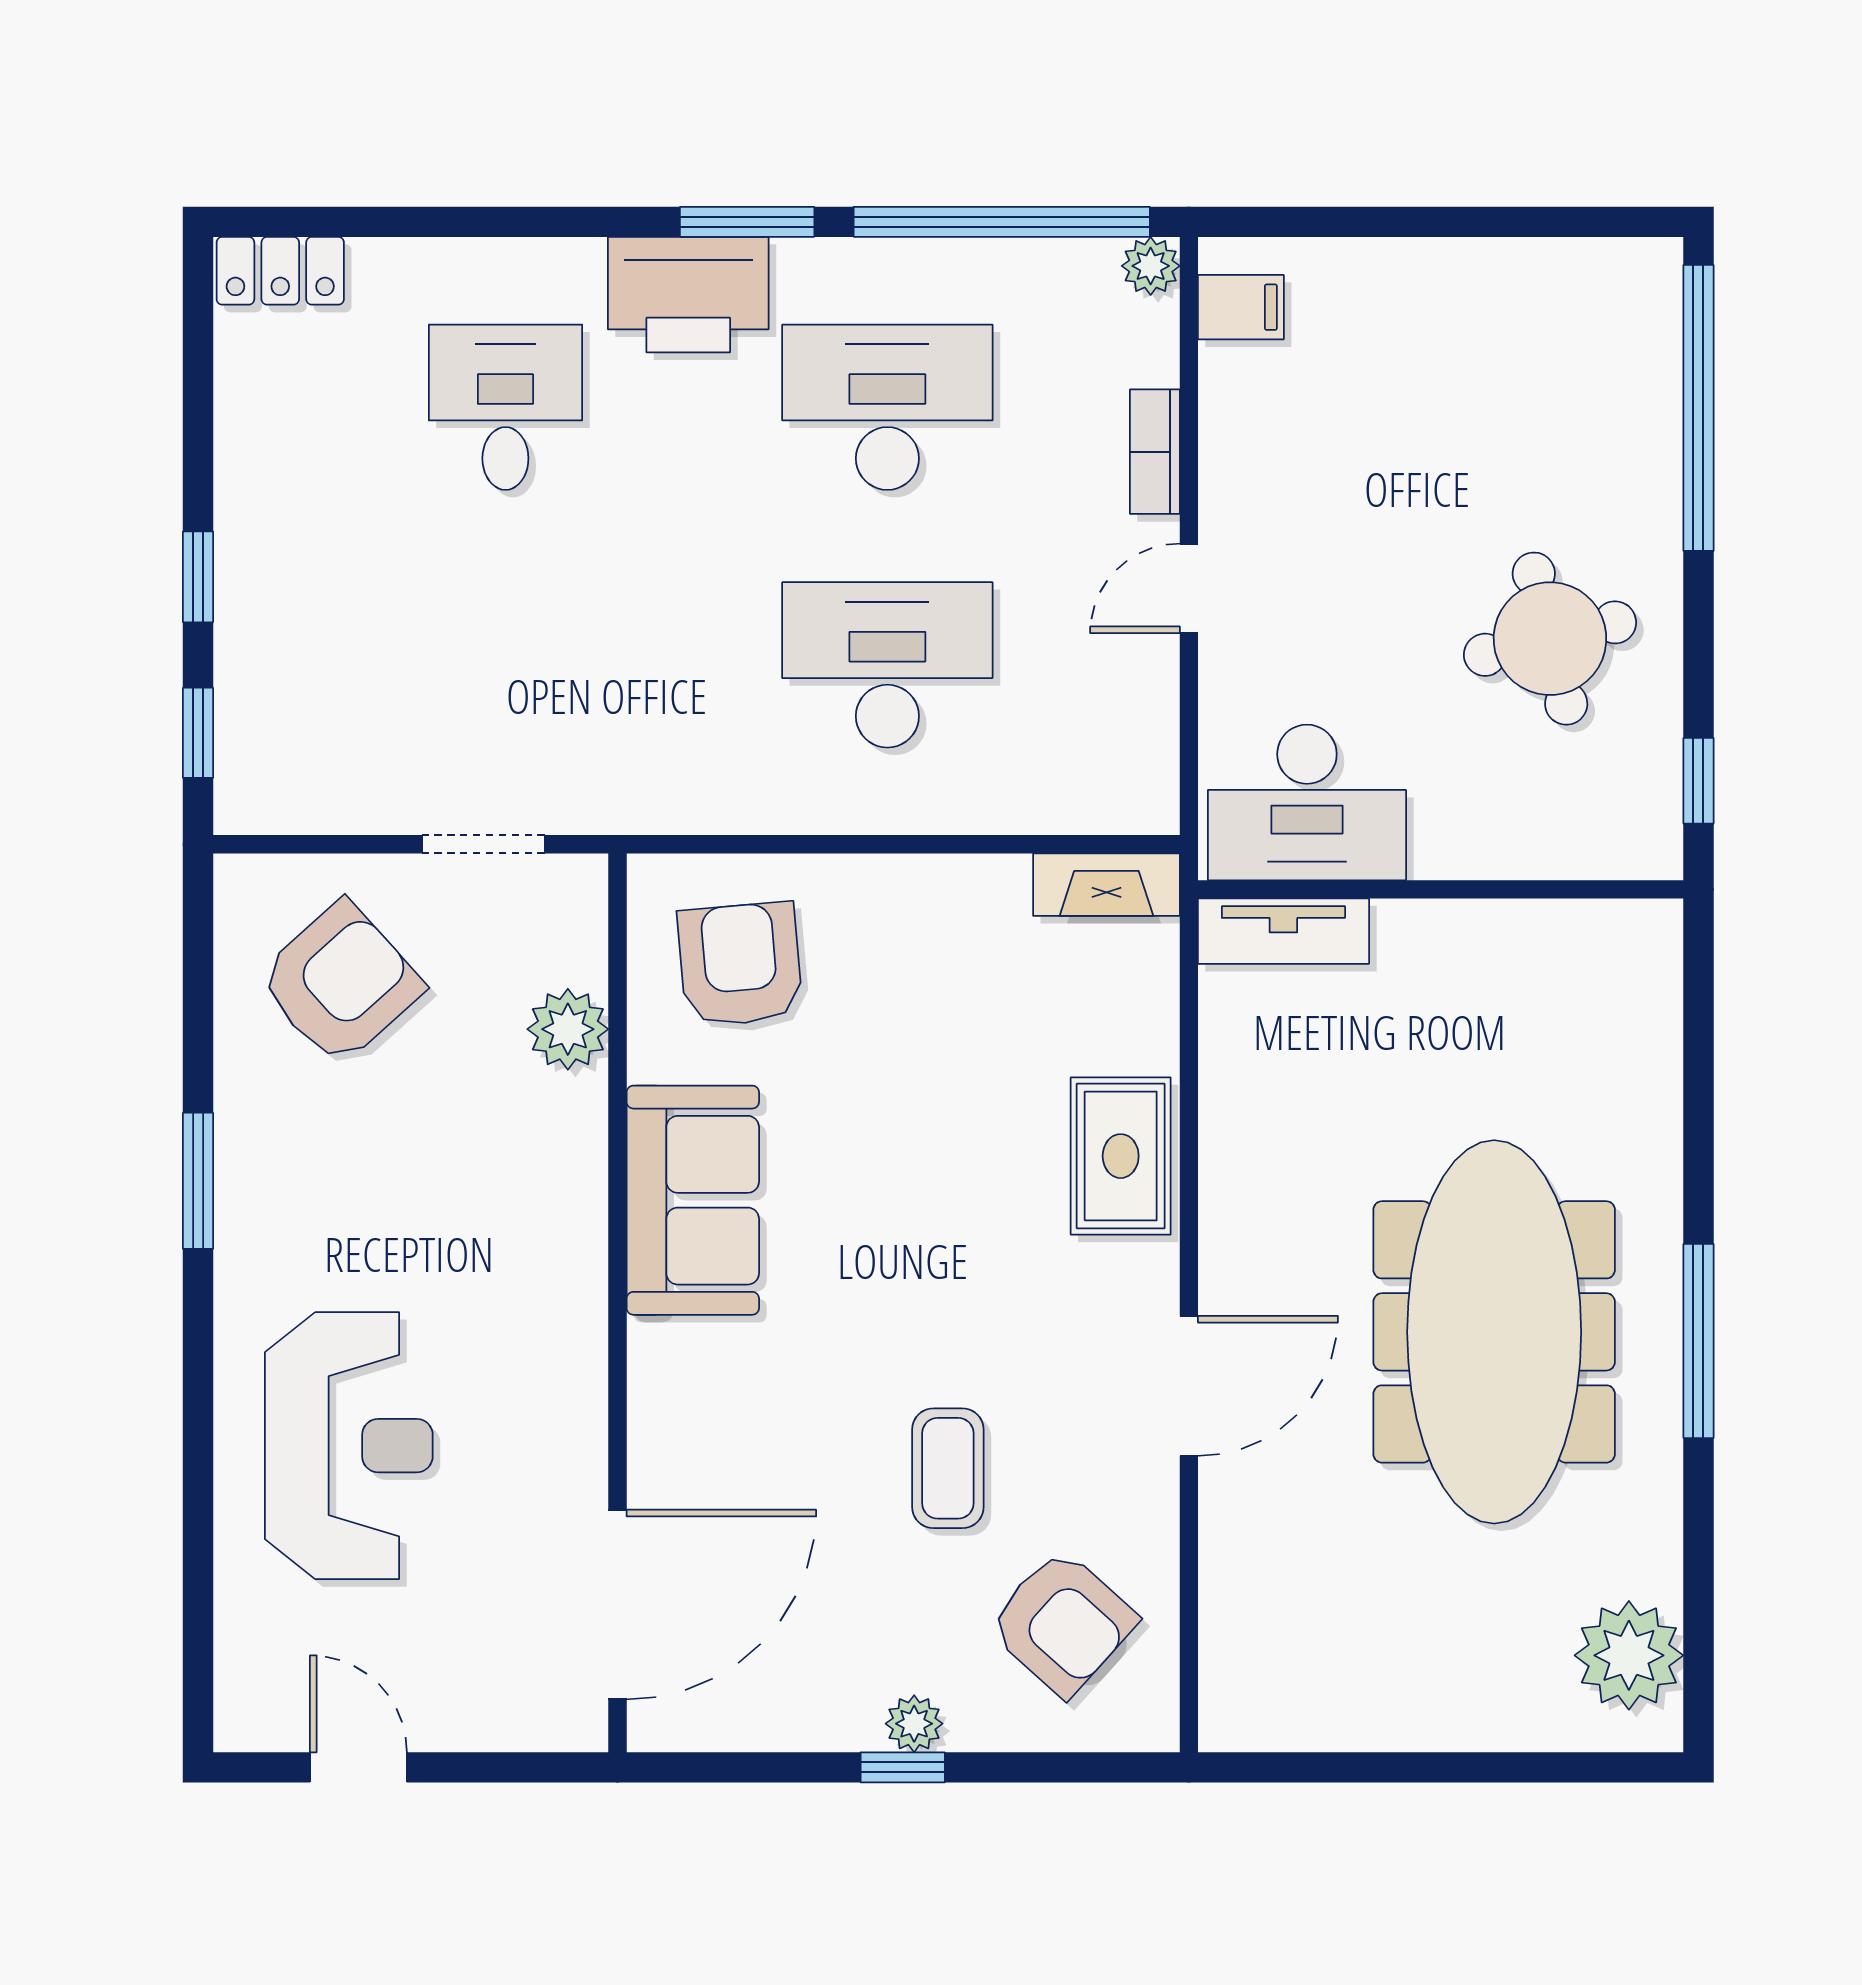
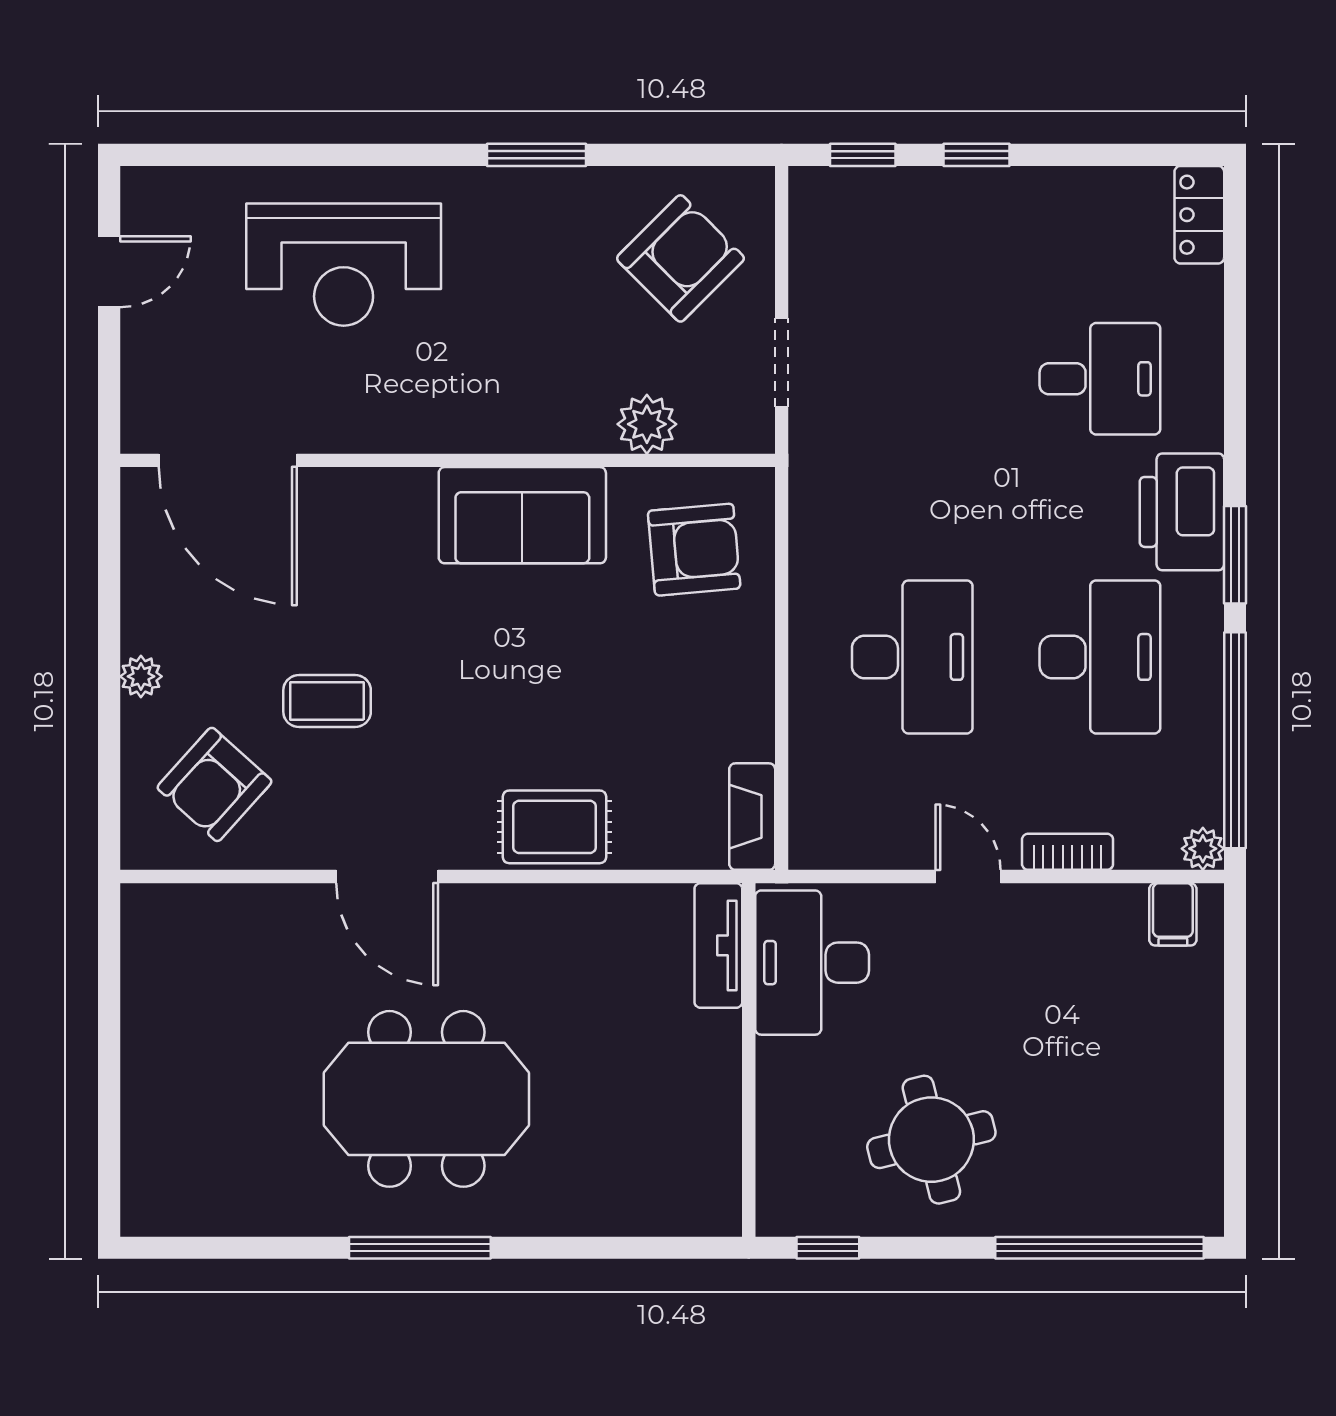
armchair: (340, 983) -> (680, 258), turned -93
meeting table: (1494, 1332) -> (426, 1099), width x0.73
plant: (1629, 1655) -> (191, 1197), removed
window: (903, 1767) -> (109, 668), removed

